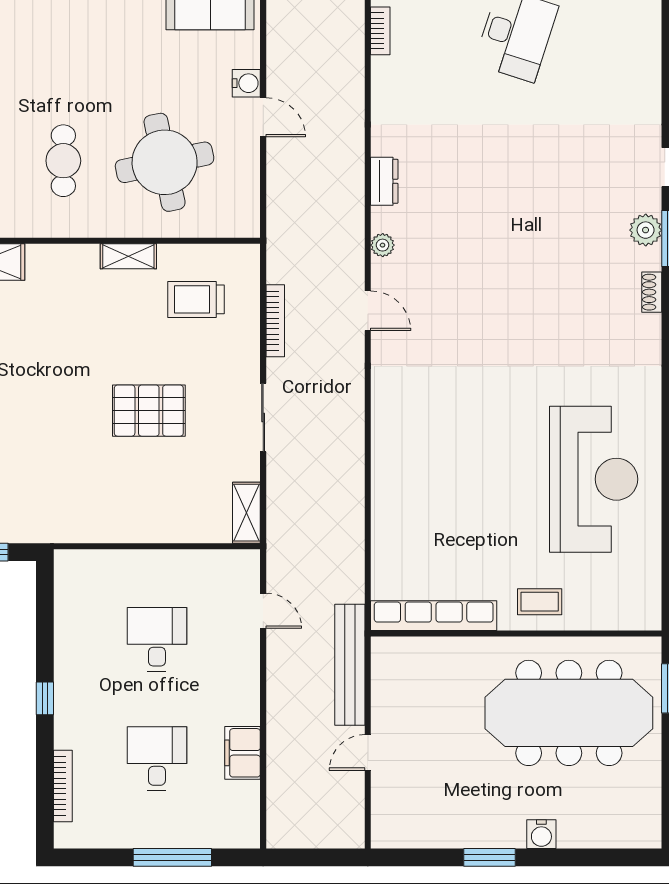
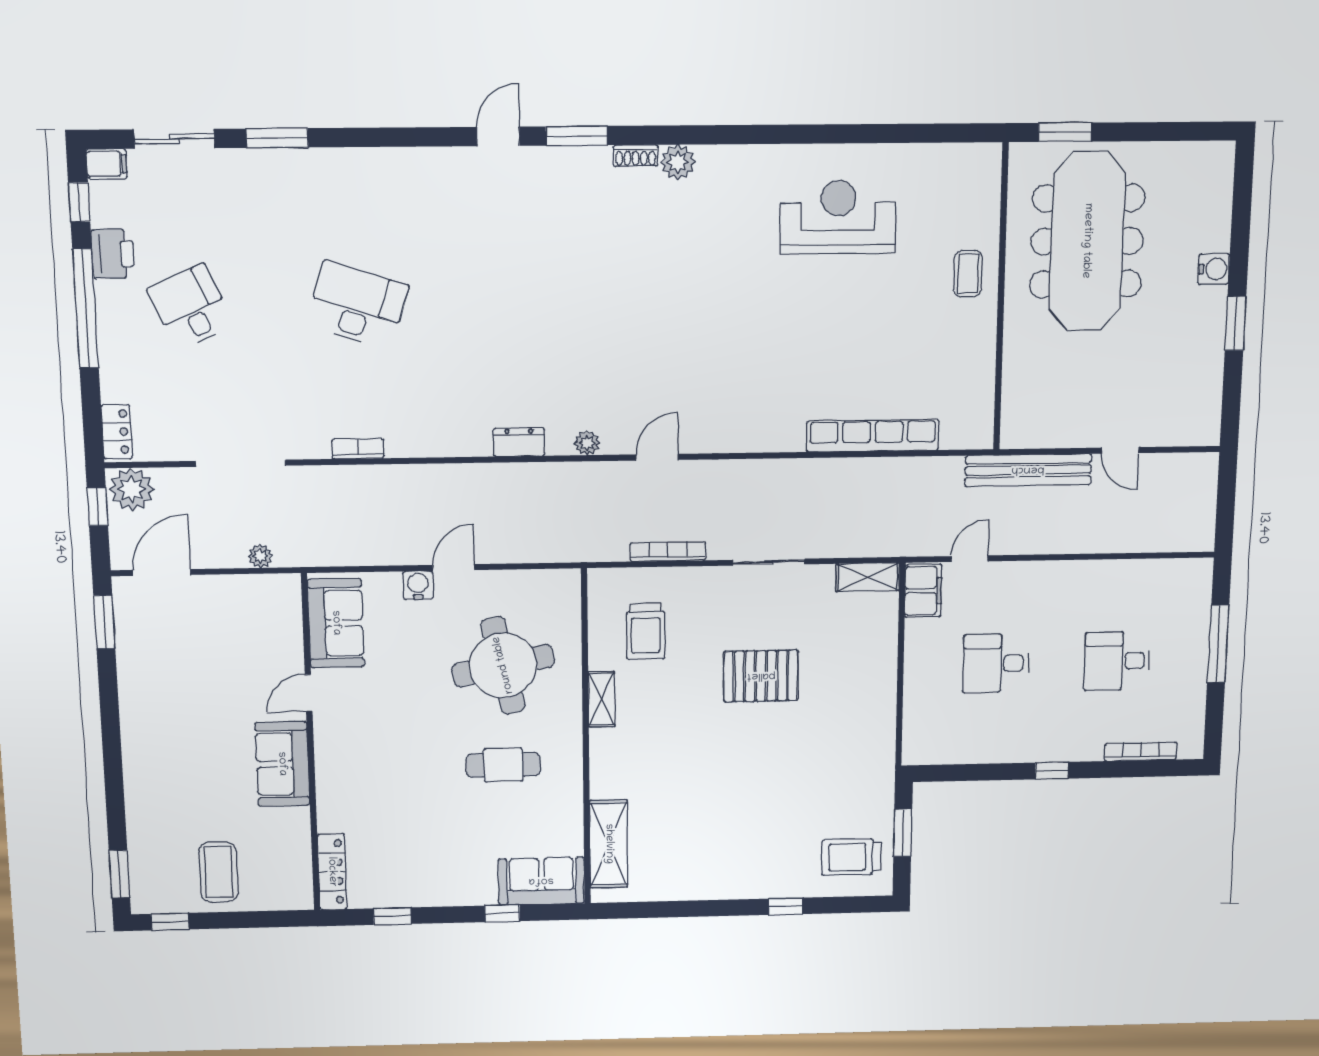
plant: (646, 230) -> (678, 162), moved
pallet: (149, 411) -> (761, 676), turned 90
reception desk: (594, 479) -> (838, 217), width x0.74, depth x0.77
row of seats: (434, 616) -> (873, 436), moved, turned 90
filing cabinet: (243, 753) -> (923, 591), moved, turned -90

